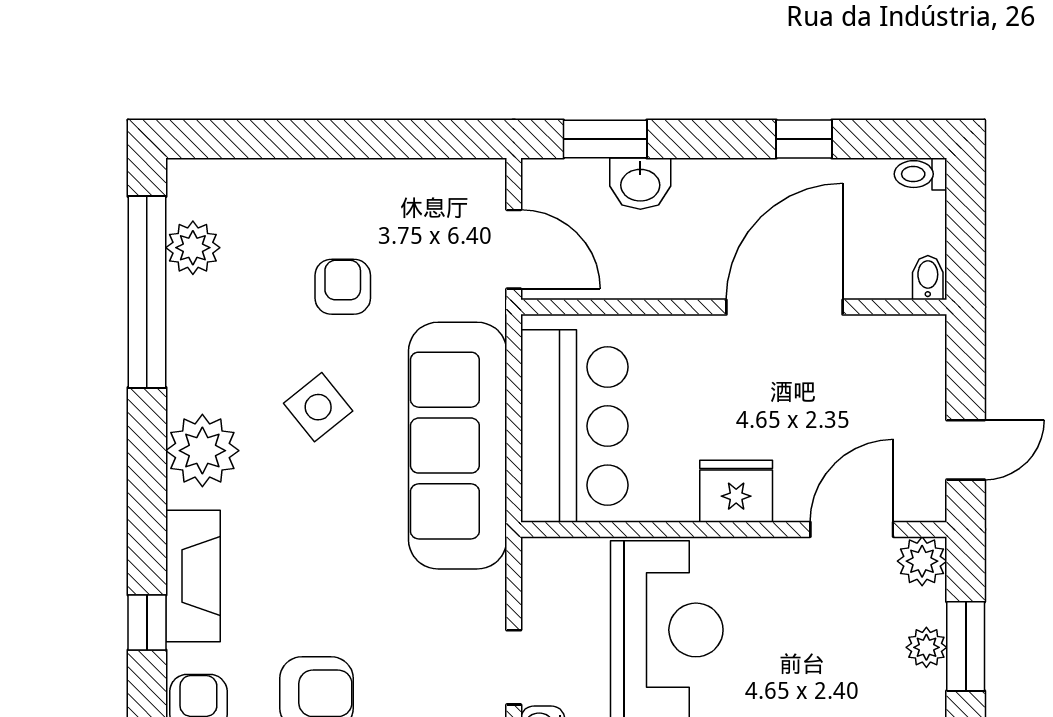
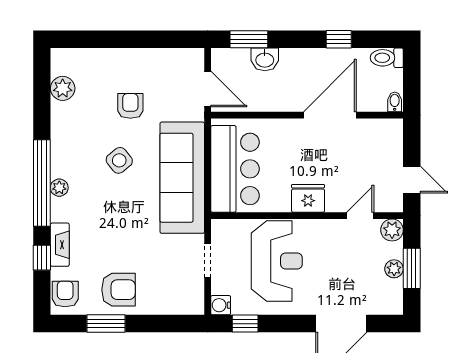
toilet: (921, 174) -> (387, 58), width x1.37, depth x1.39
window: (147, 292) -> (42, 183), moved
door: (966, 450) -> (412, 180), hinge flipped
plant: (202, 451) -> (59, 188), width x0.53, depth x0.53
door: (852, 529) -> (360, 216), width x0.73
fireplace: (193, 576) -> (60, 245), width x0.73, depth x0.76
doorway: (514, 667) -> (208, 261), moved

